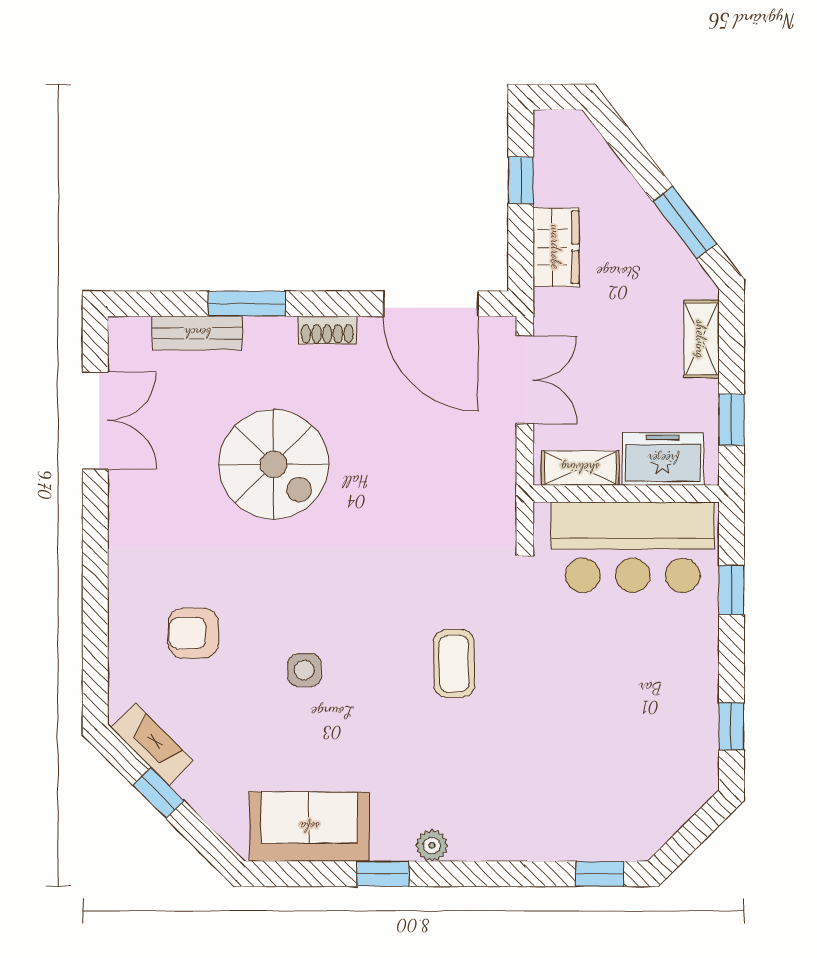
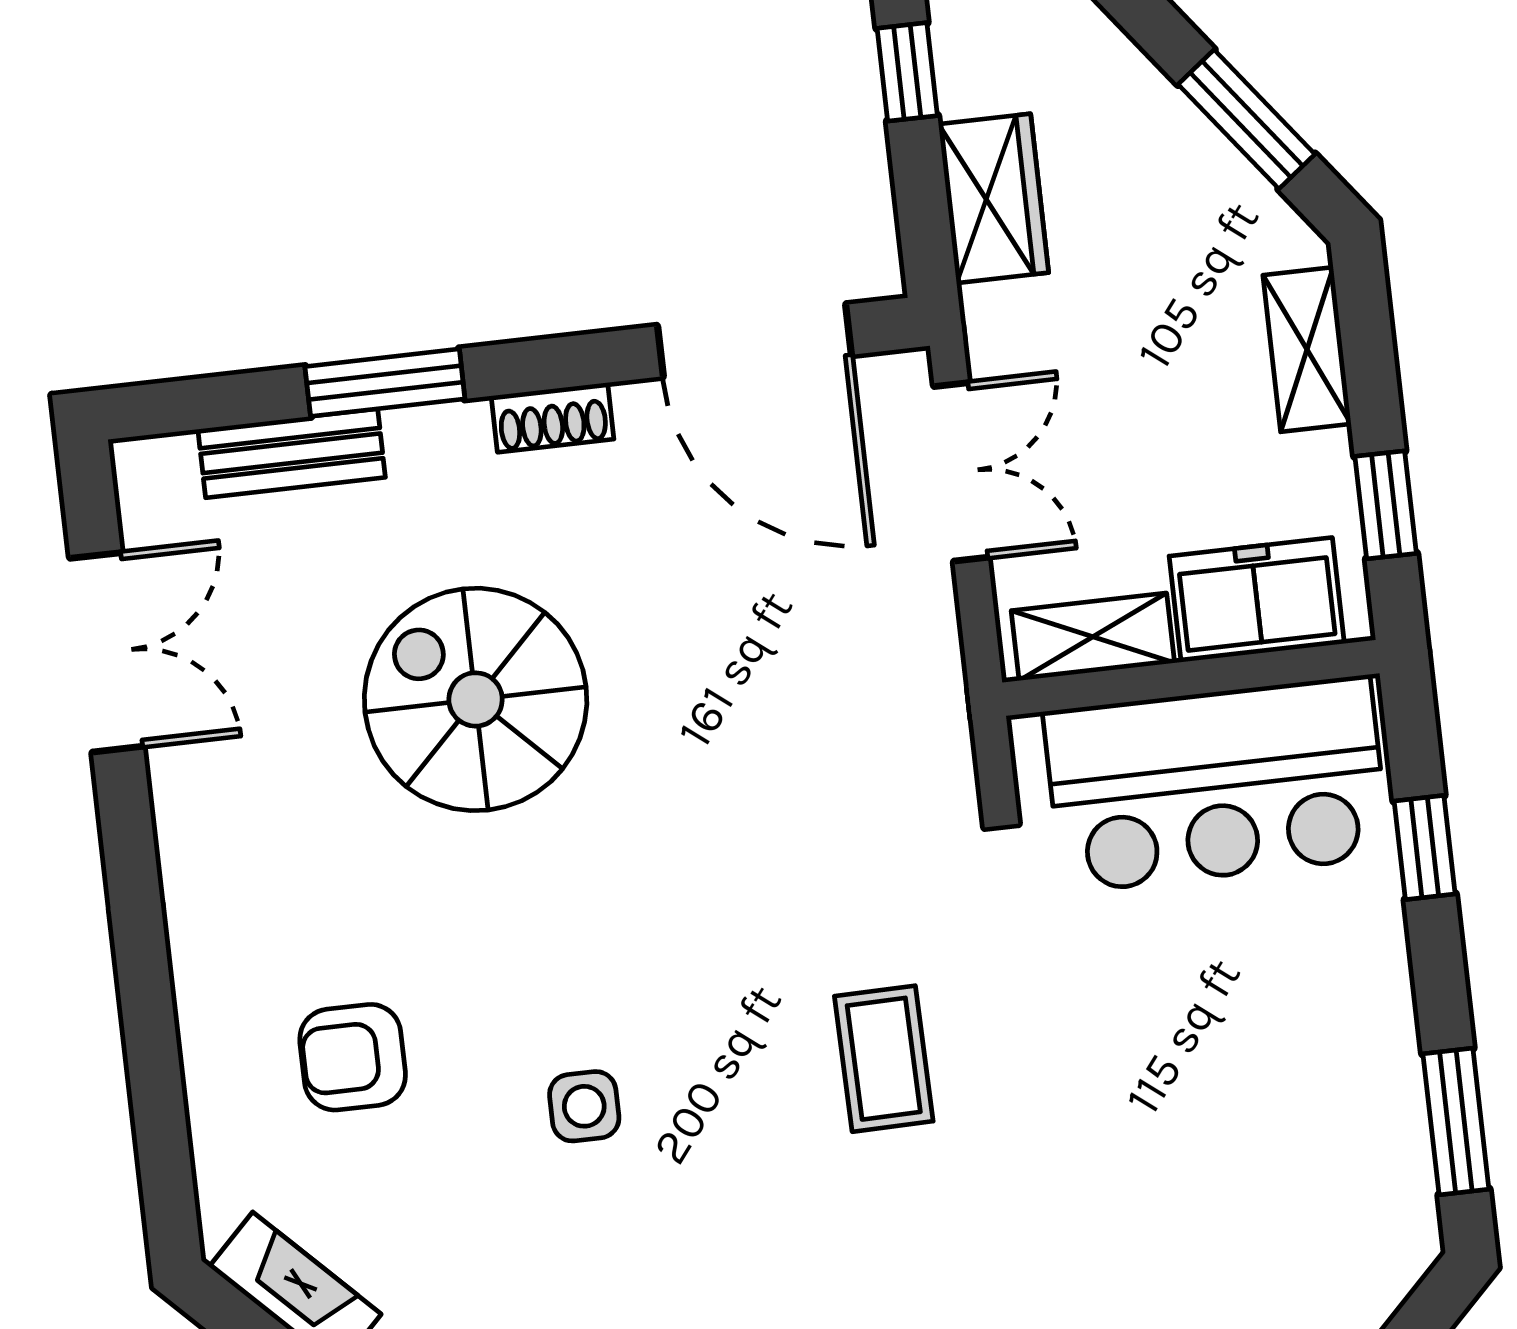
spiral stairs: (274, 464) -> (476, 699), turned 180
window: (731, 726) -> (1456, 1121), width x1.50

